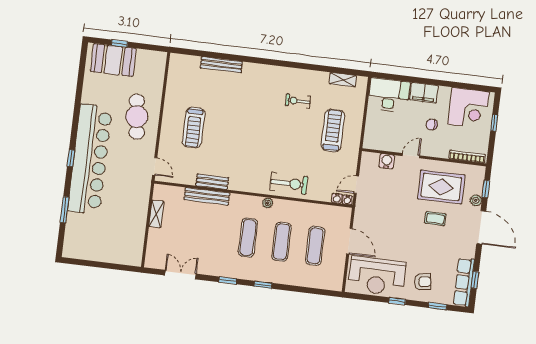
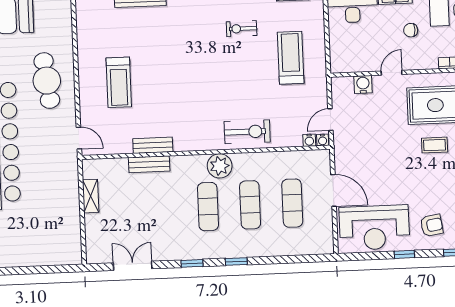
bench: (207, 196) -> (149, 164), width x0.73
plant: (268, 203) -> (220, 166), width x1.88, depth x1.88

